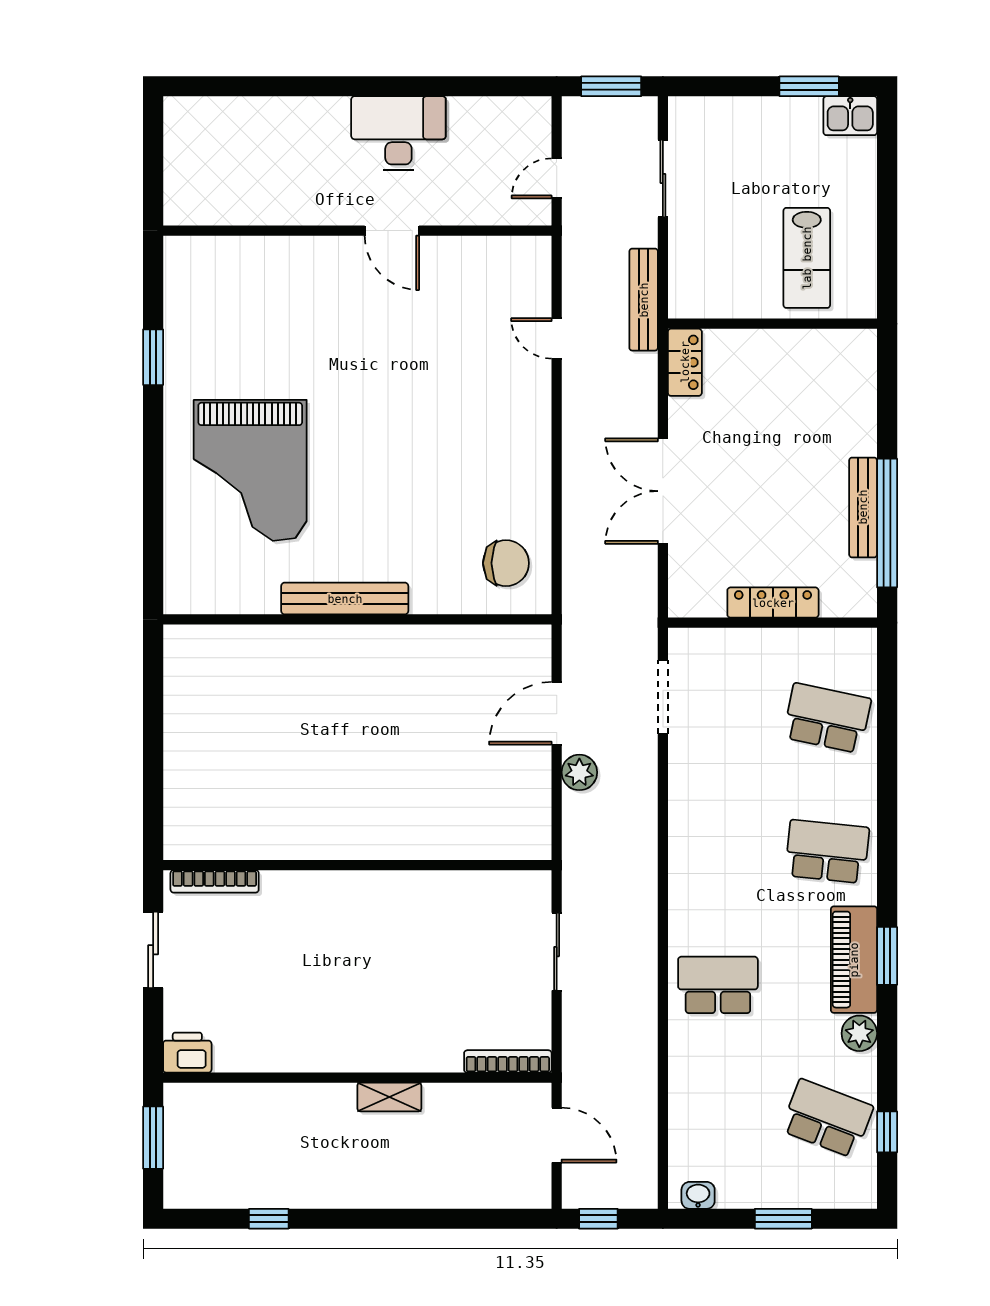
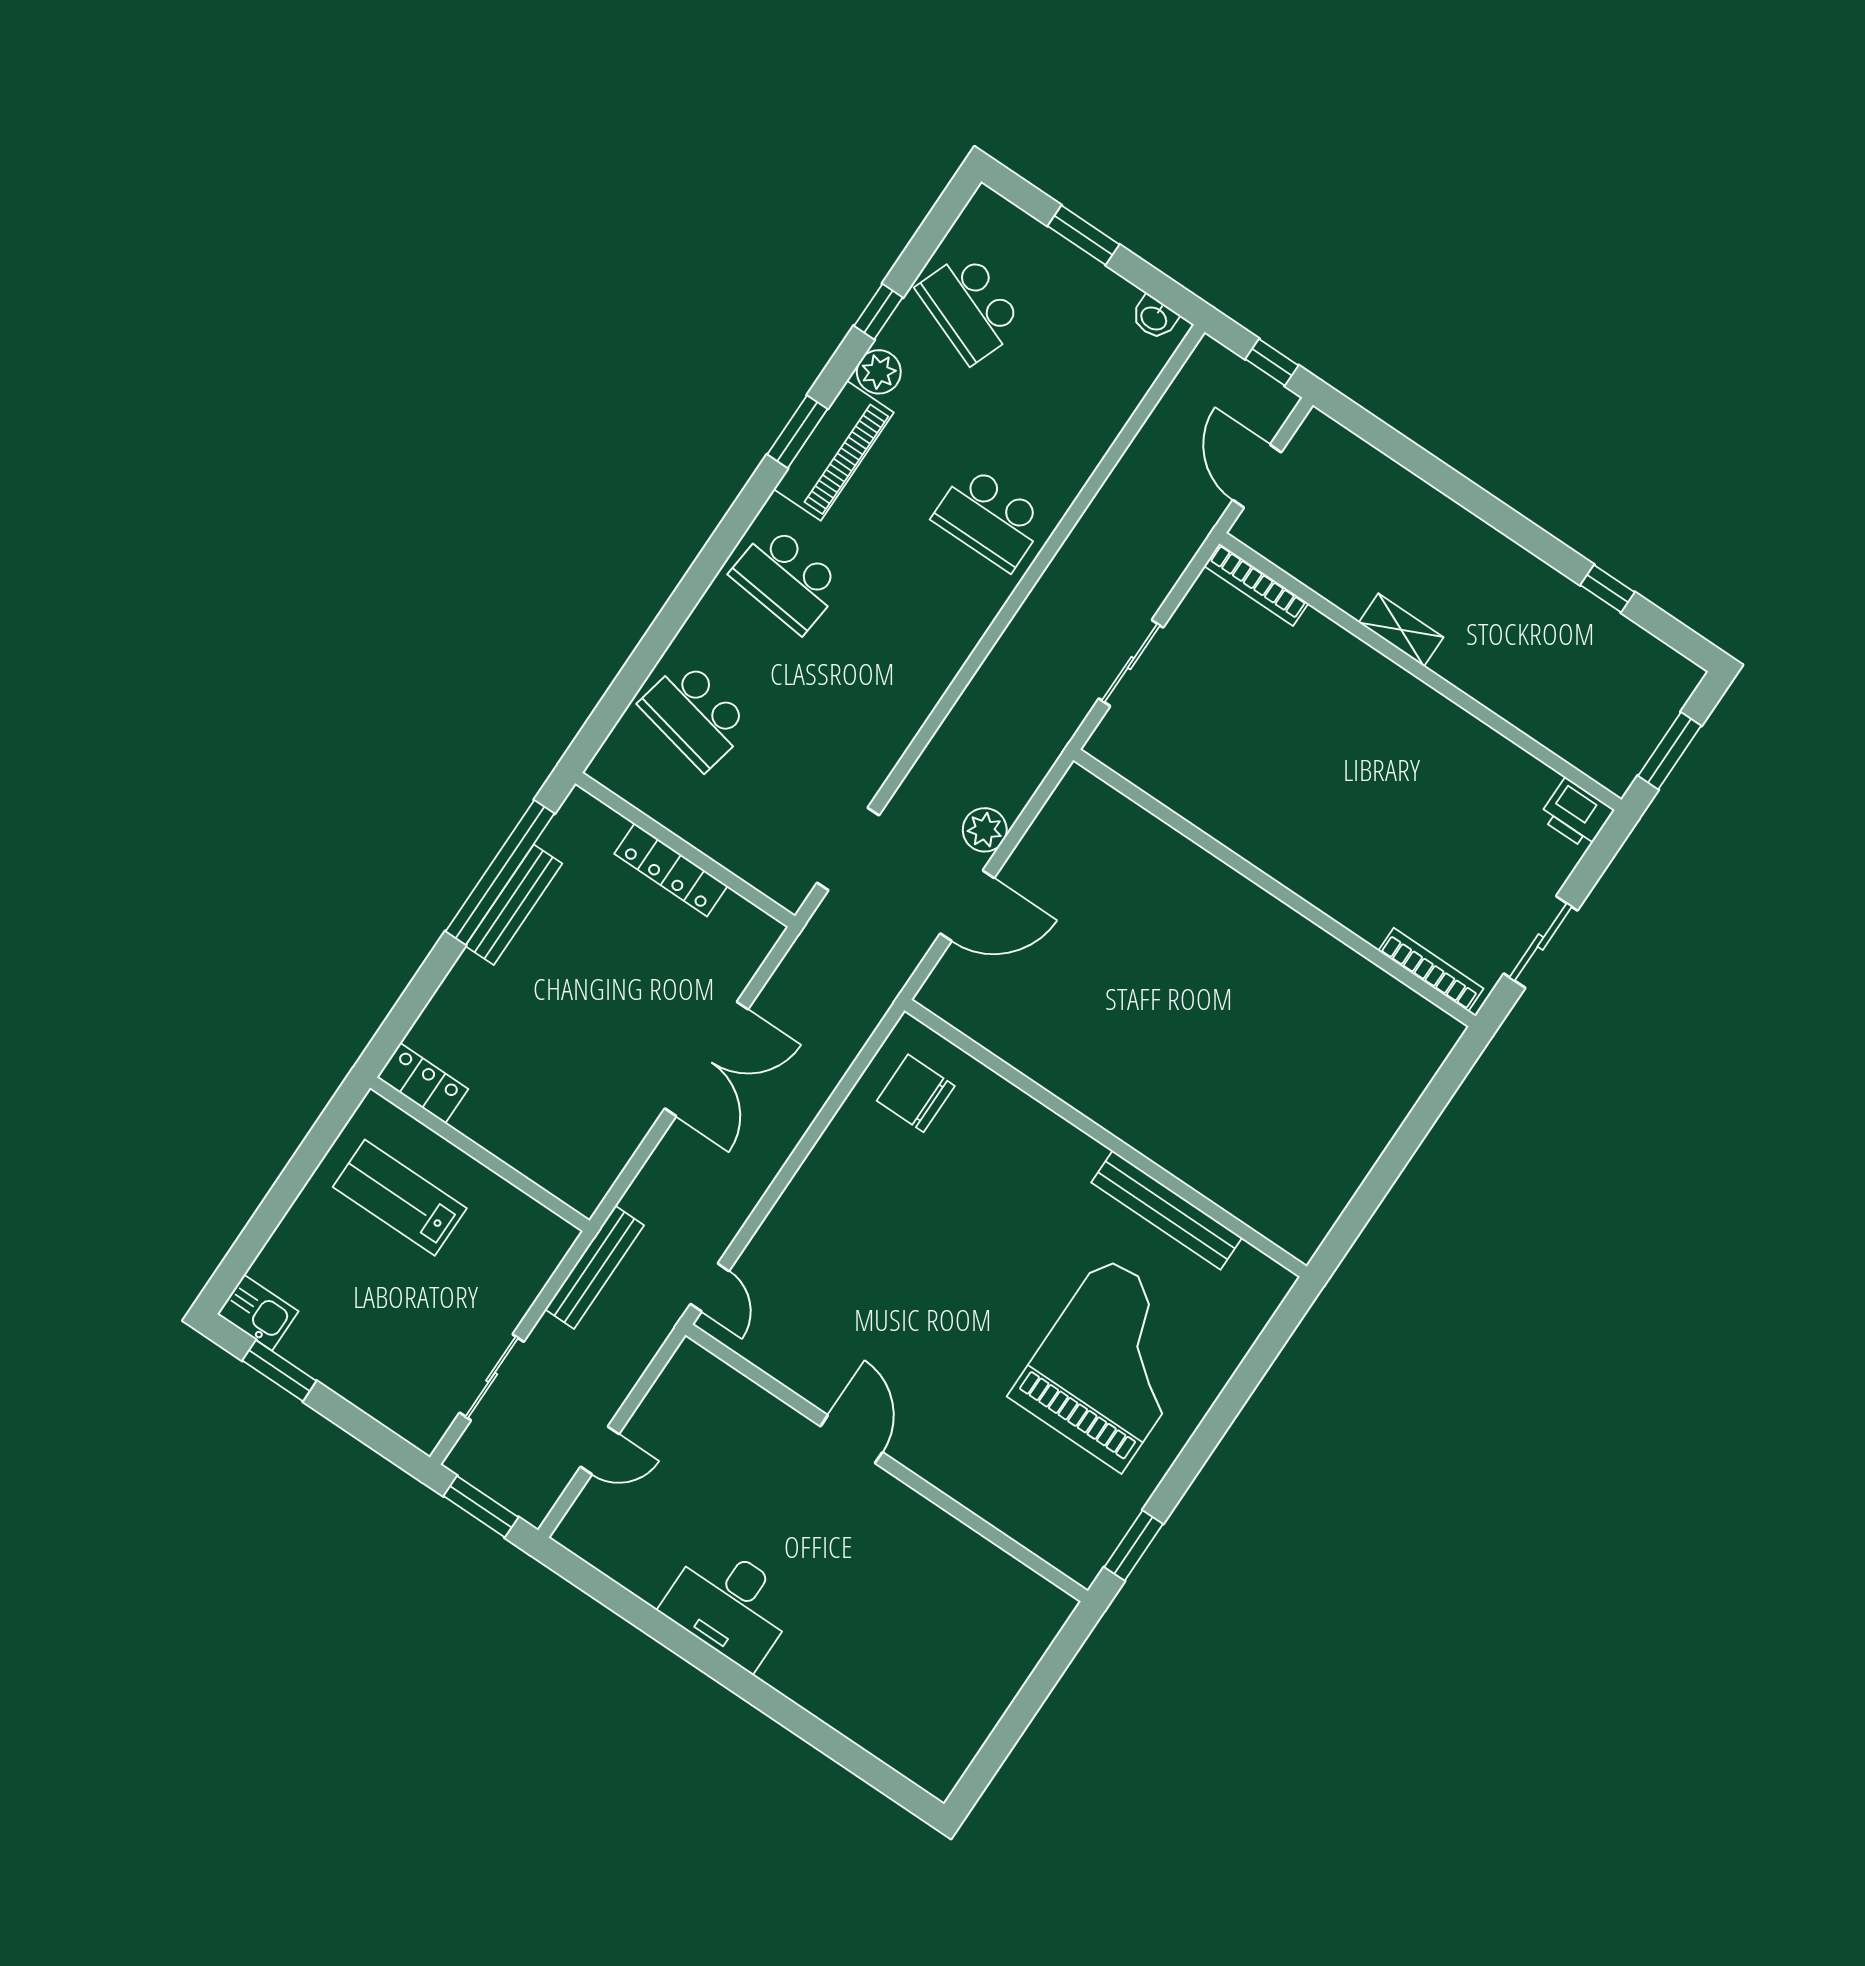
wall: (357, 231) -> (887, 1463), moved
door: (392, 231) -> (851, 1439), moved
lab bench: (807, 258) -> (400, 1198), turned -90
locker: (685, 362) -> (423, 1083), moved, turned 90
bench: (345, 599) -> (1167, 1210), moved
window: (887, 1132) -> (878, 312), moved

